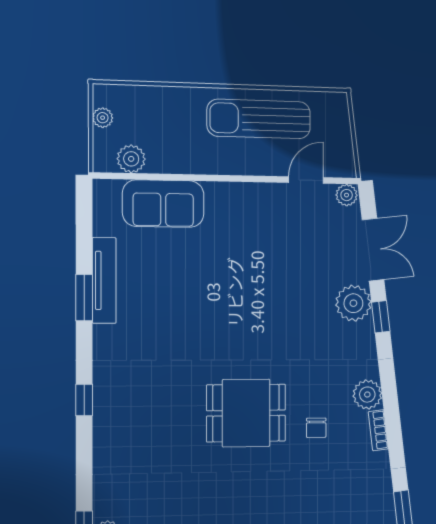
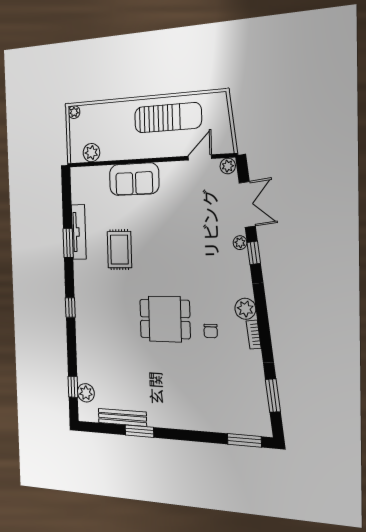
plant: (103, 118) -> (74, 112), moved
sun lounger: (259, 119) -> (168, 118), turned 180
sofa: (163, 204) -> (134, 179), moved
plant: (353, 303) -> (240, 243), width x0.53, depth x0.53
rug: (174, 309) -> (119, 250), added

